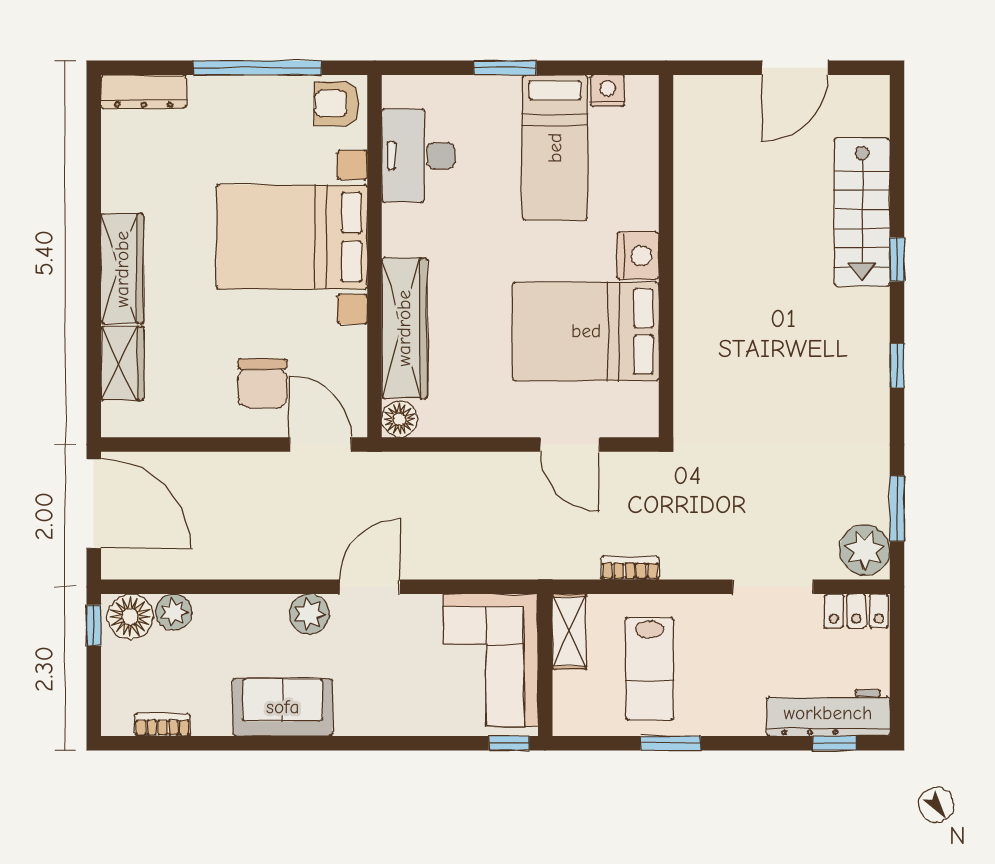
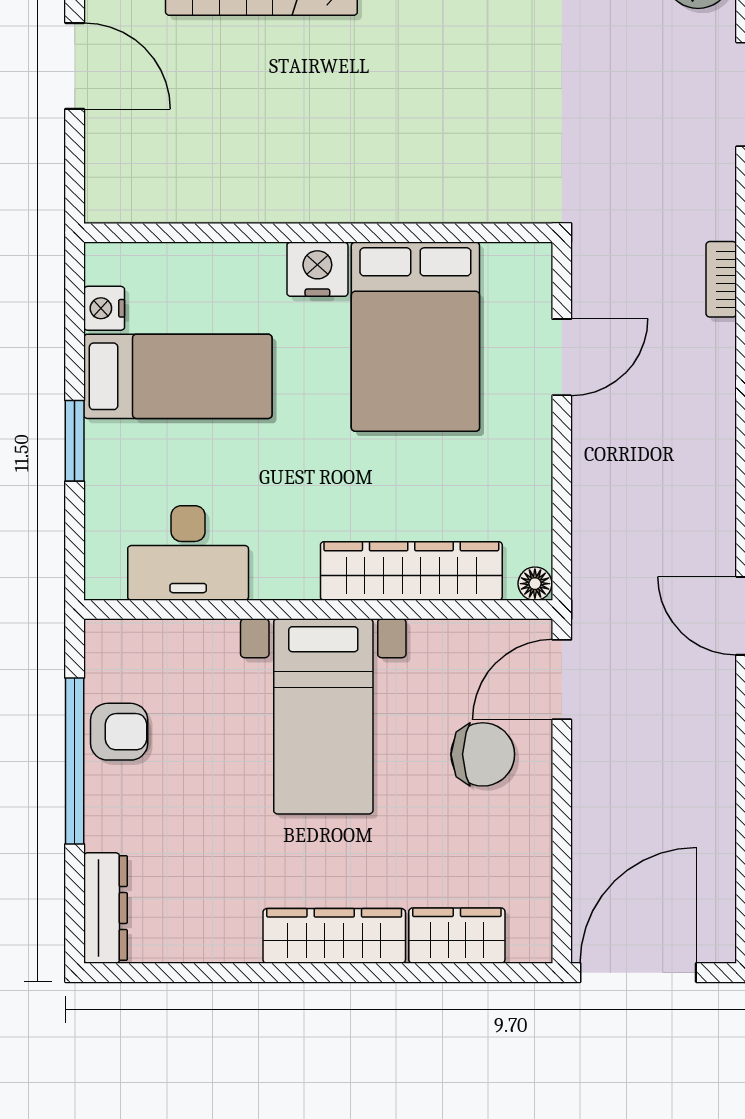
armchair: (337, 104) -> (119, 732), moved, turned -90
bed with nightstands: (292, 237) -> (323, 716), width x0.73
floor lamp: (399, 419) -> (535, 584), width x0.73, depth x0.73

